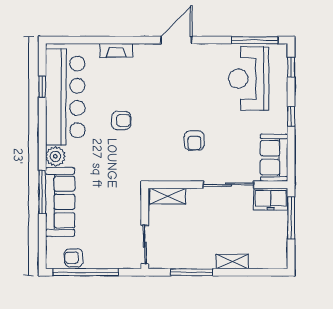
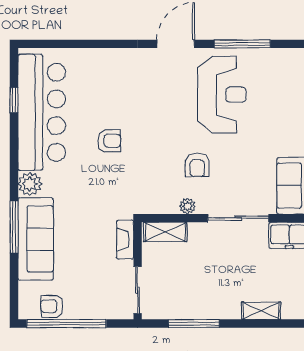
window: (255, 40) -> (242, 44), moved
fireplace: (116, 50) -> (125, 240), moved, turned 90
reception desk: (249, 79) -> (222, 95), moved, turned 180
plant: (186, 175) -> (187, 206), added
shelving: (232, 262) -> (261, 311), moved

